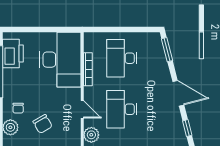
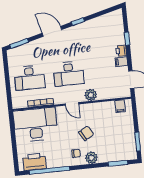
door: (178, 93) -> (52, 31), hinge flipped
door: (82, 109) -> (72, 104), swing flipped

